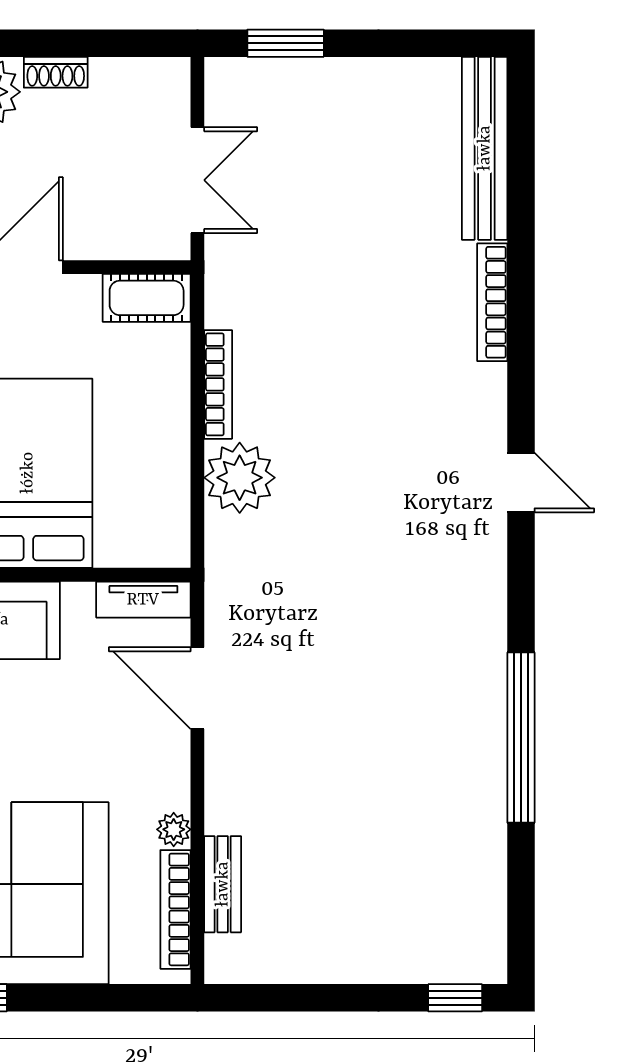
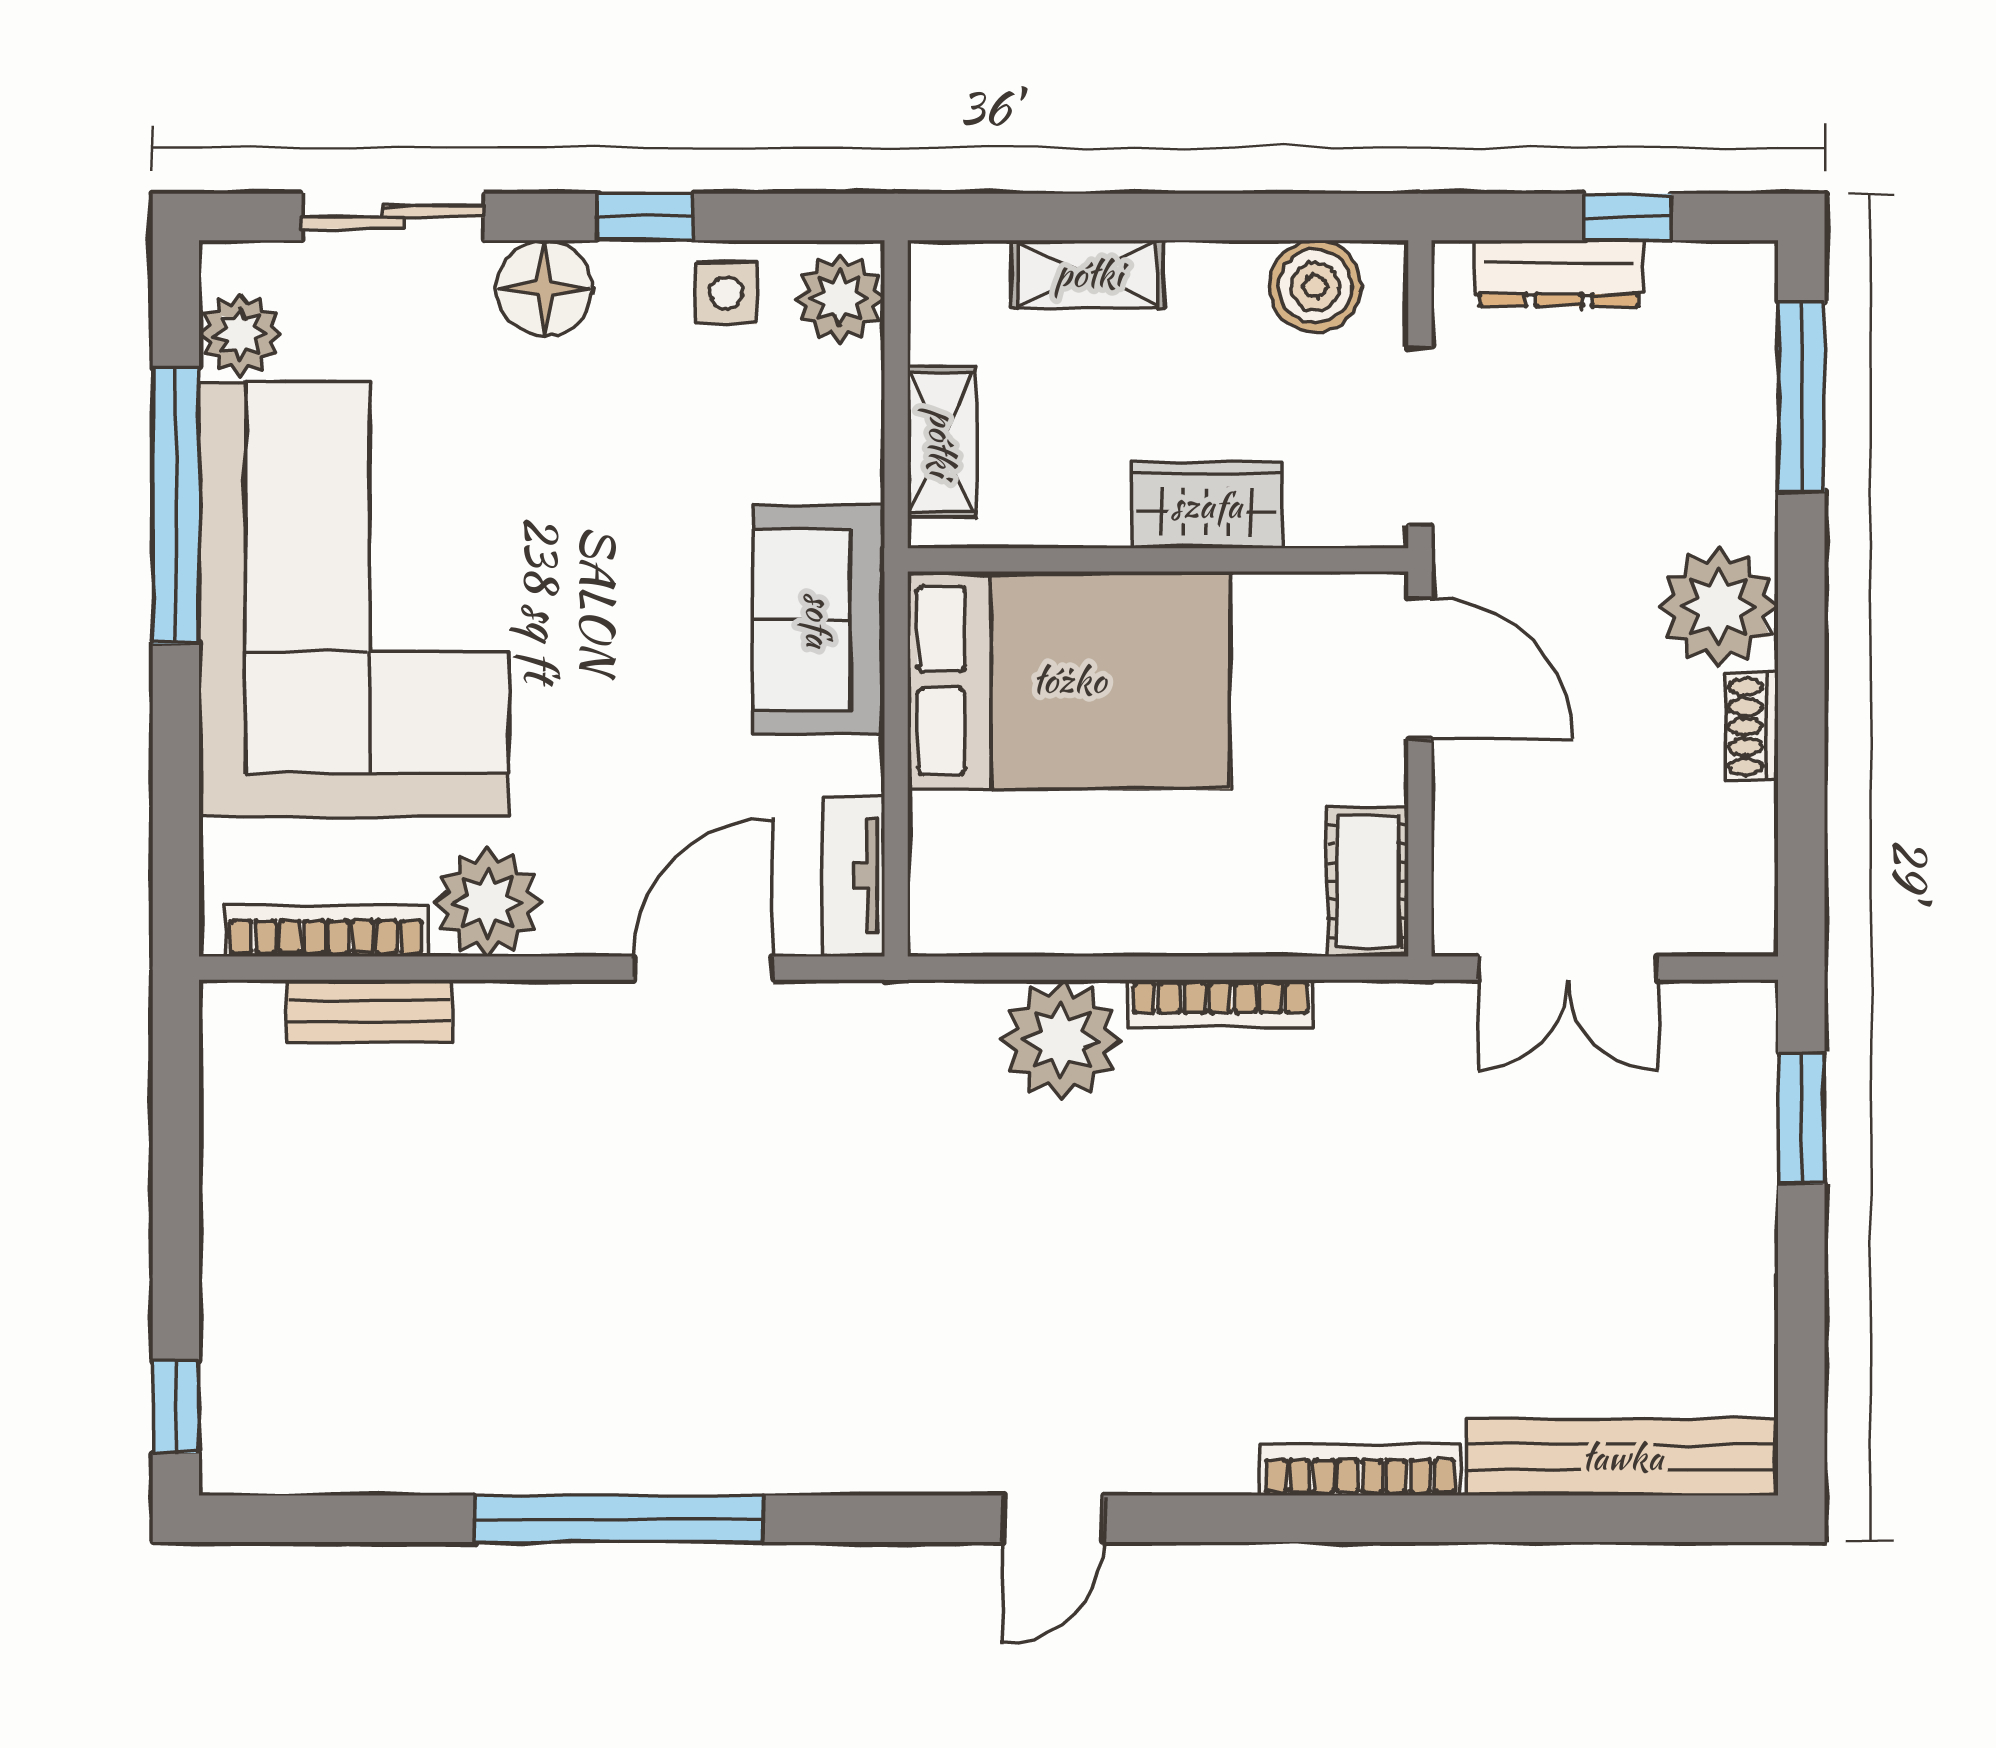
plant: (174, 829) -> (488, 902), width x1.87, depth x1.87

